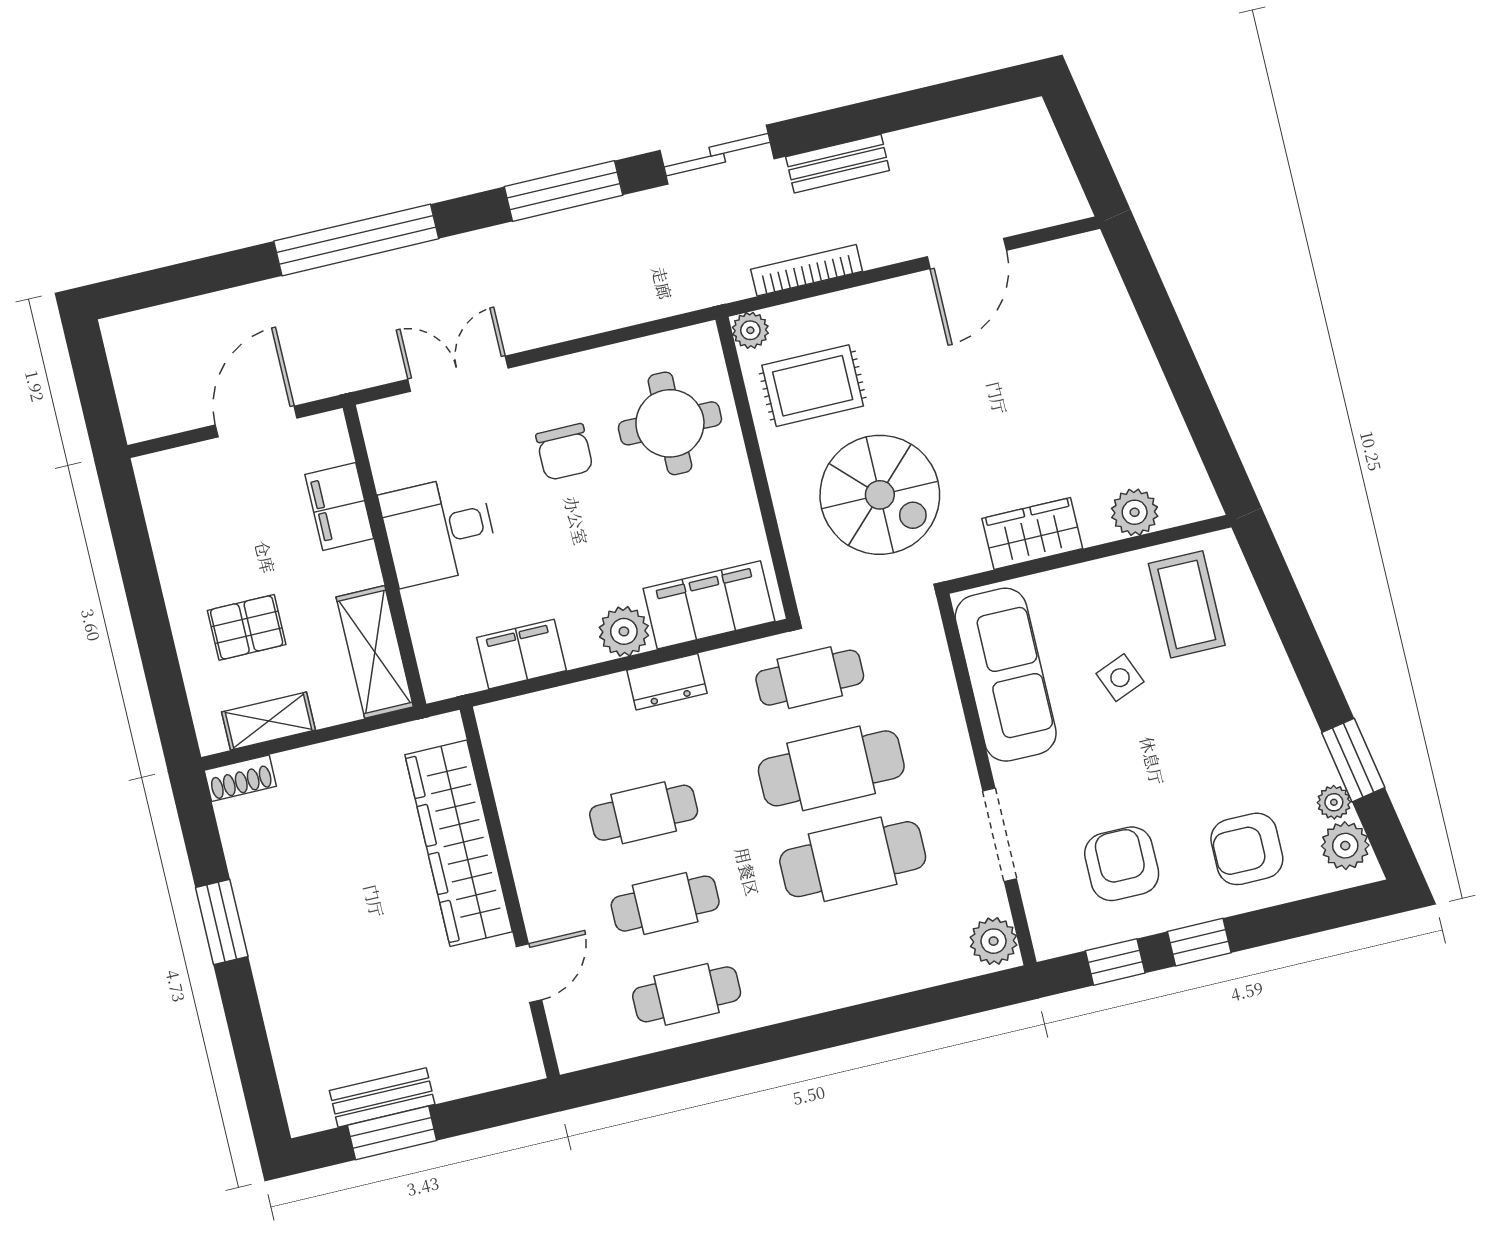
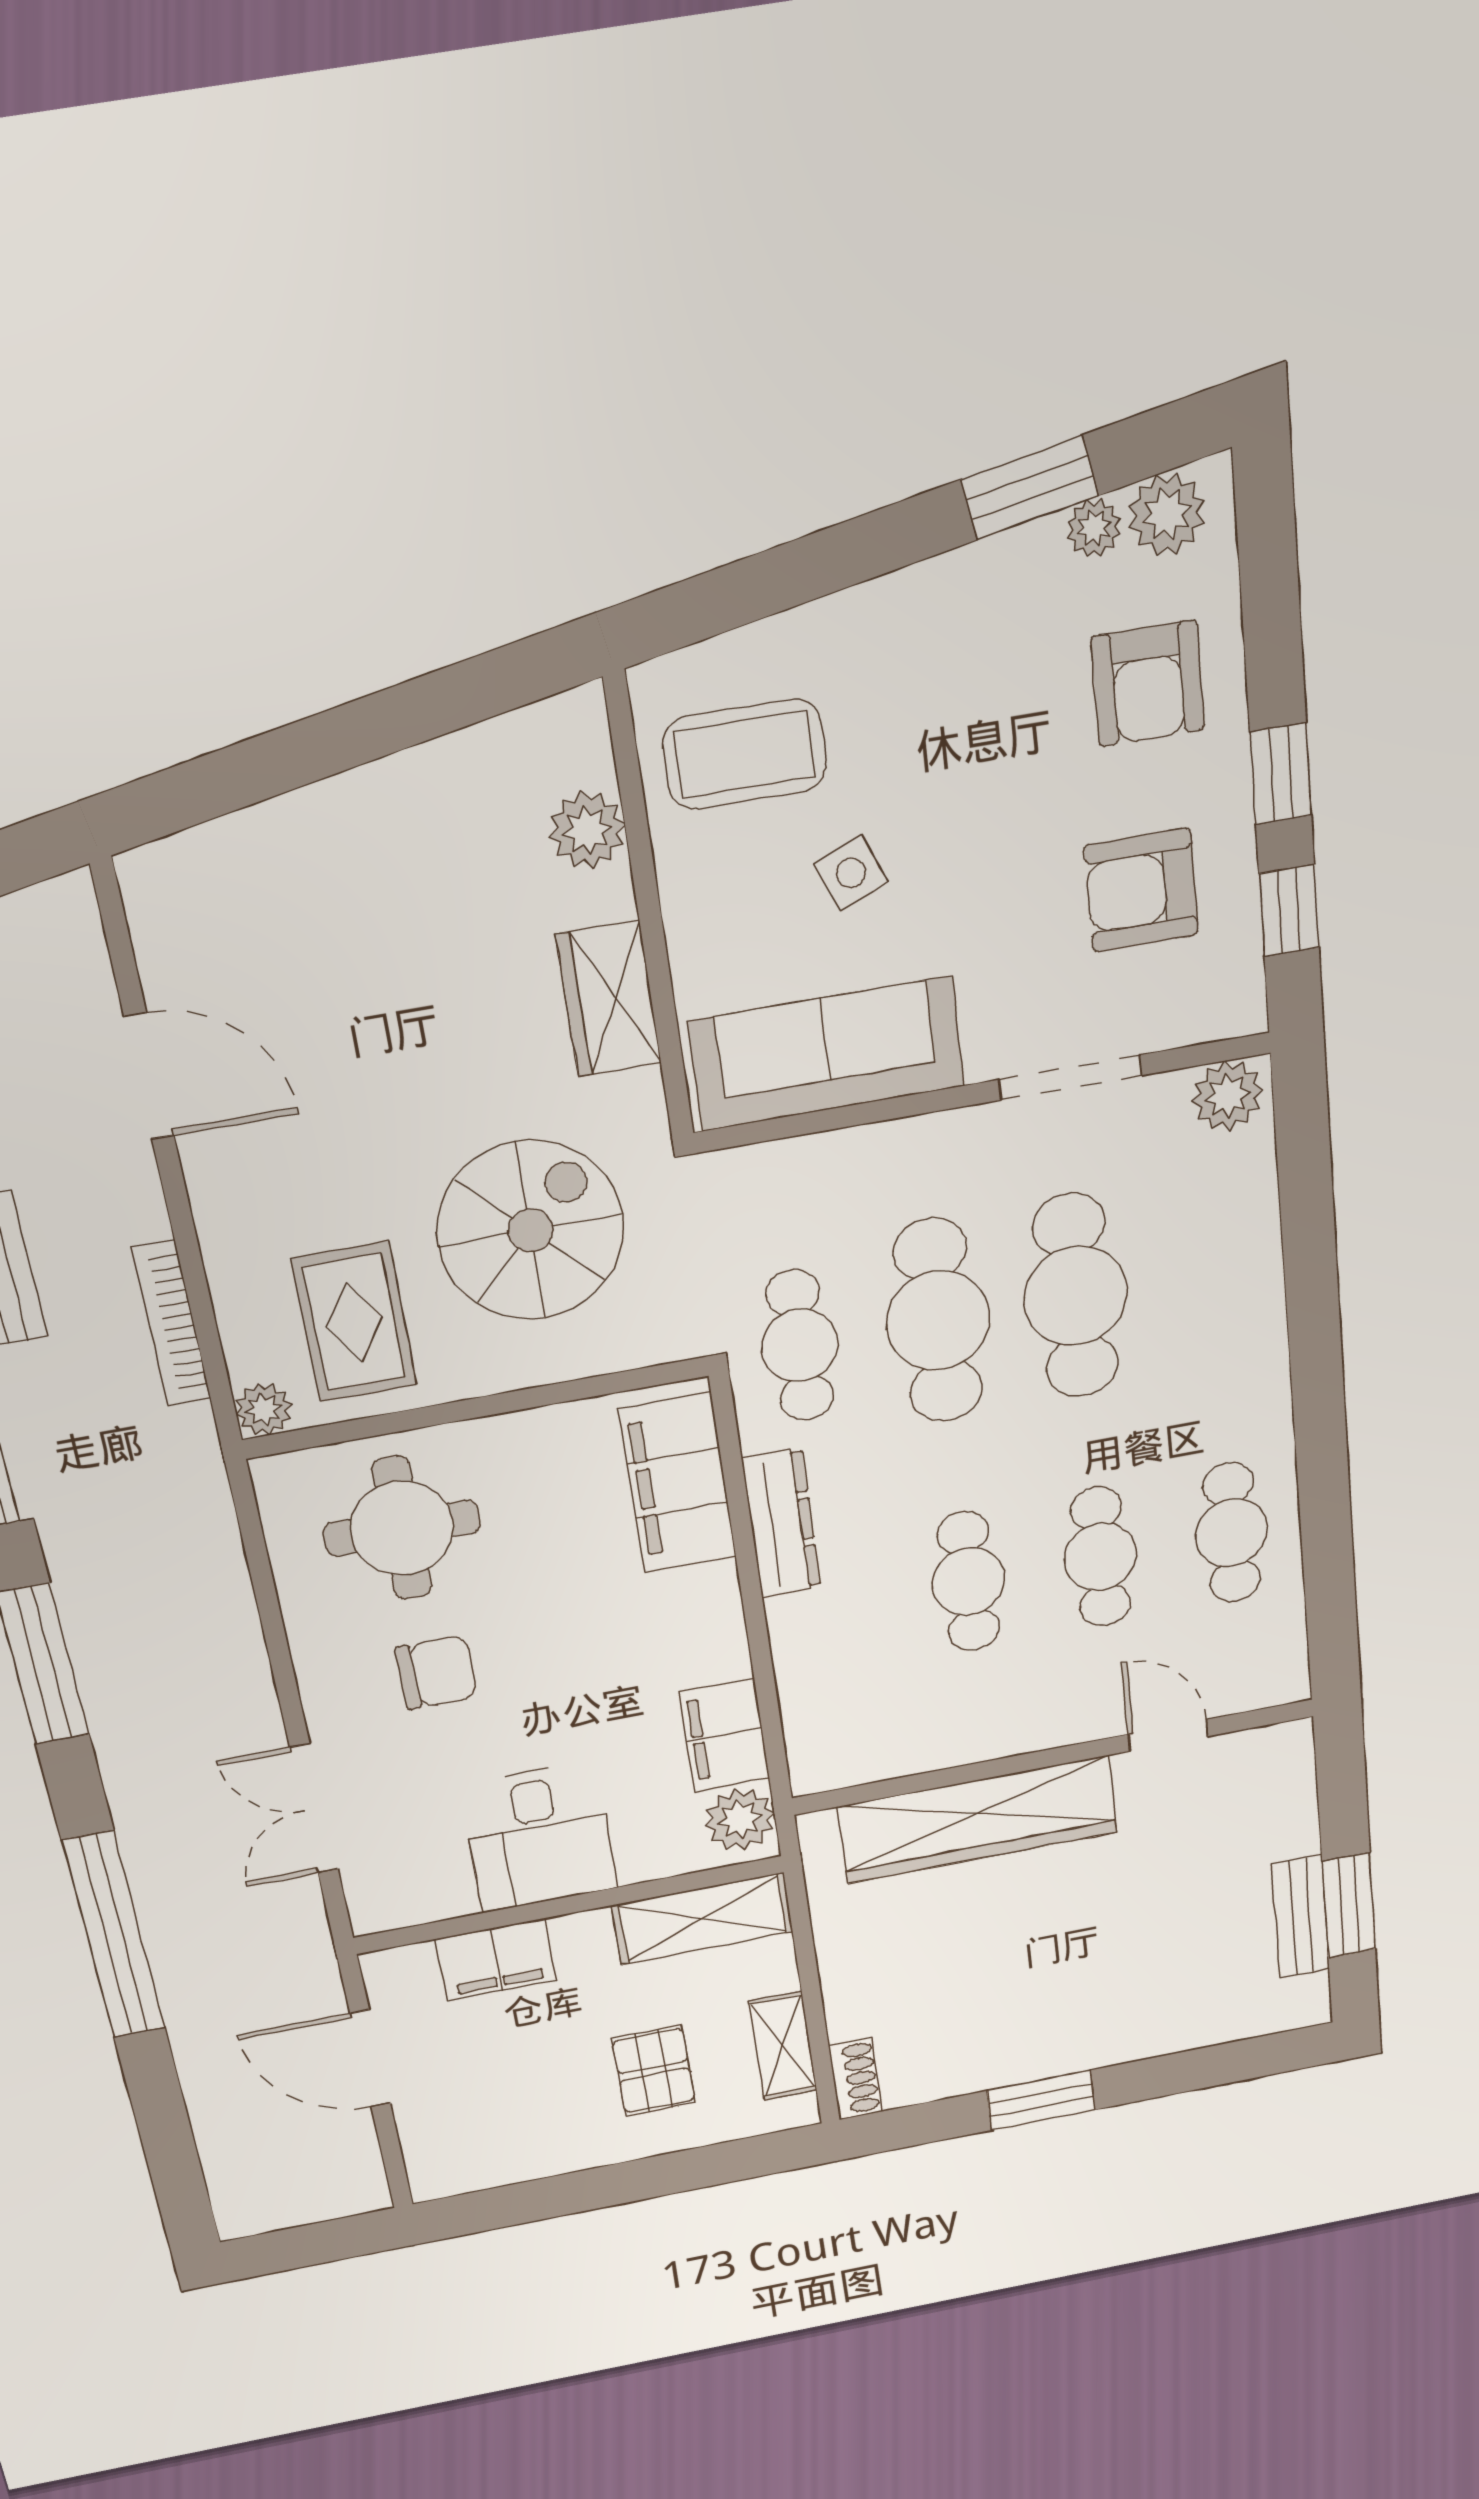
plant: (624, 631) -> (740, 1819), moved
dresser: (667, 682) -> (781, 1523), width x1.44

